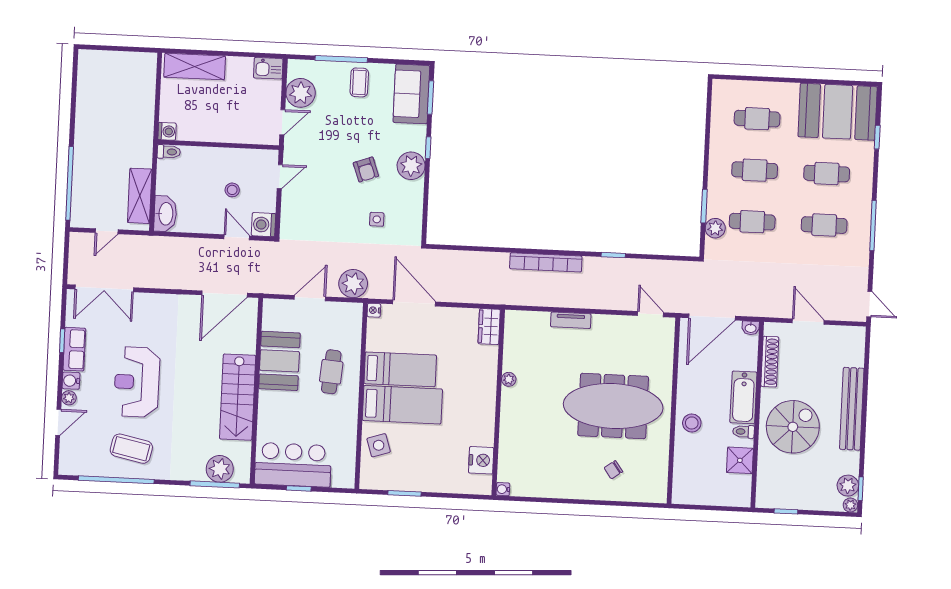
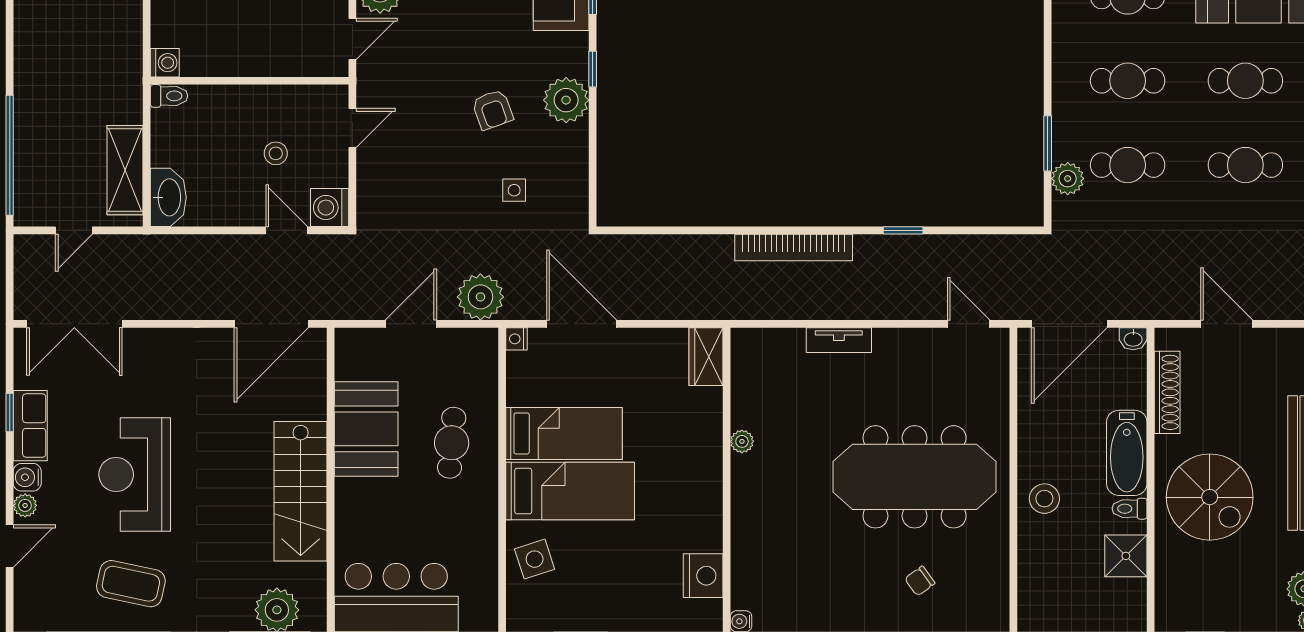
spiral stairs: (793, 427) -> (1210, 497), turned 90

